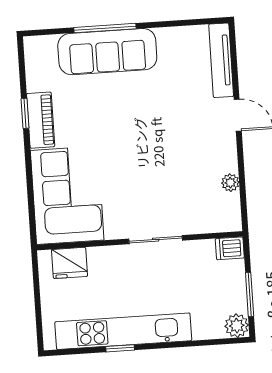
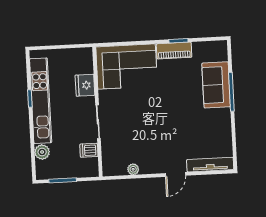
sofa: (107, 52) -> (216, 85), width x0.73
dishwasher: (230, 248) -> (89, 150), moved, turned -90
fridge: (70, 263) -> (85, 85), moved
plant: (237, 326) -> (42, 152), moved

